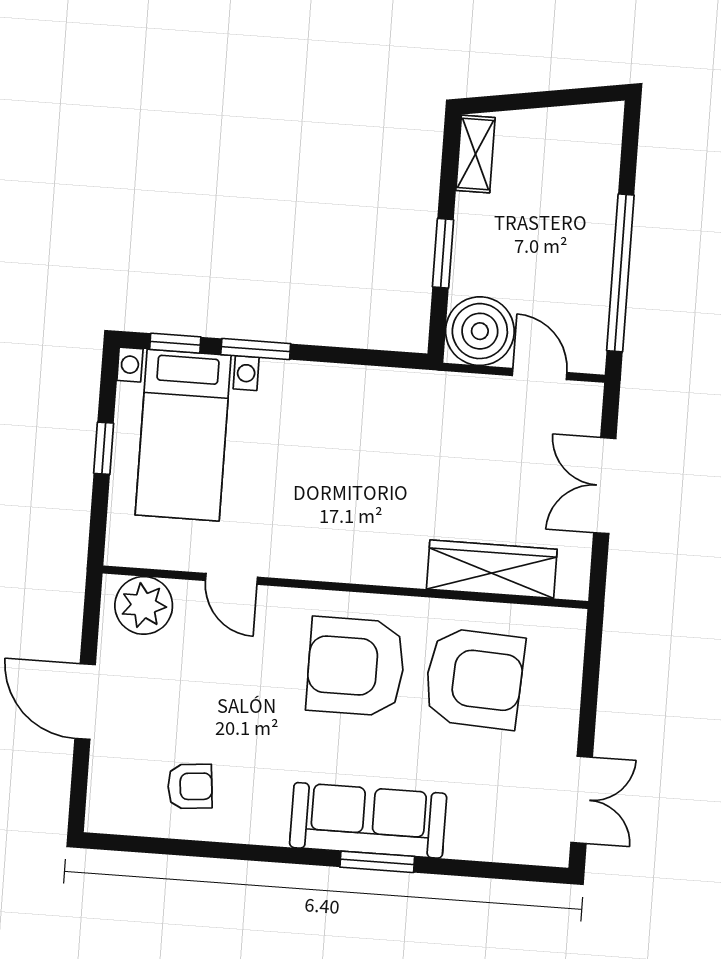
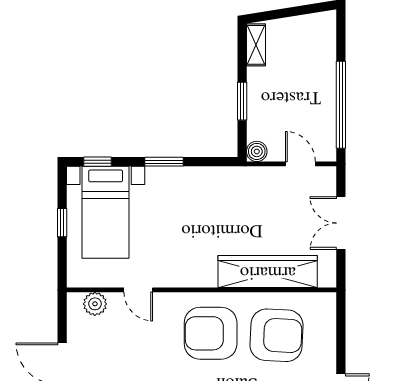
boiler: (480, 331) -> (257, 151), width x0.54, depth x0.54
window: (256, 349) -> (164, 162), moved
wardrobe: (492, 569) -> (268, 272), width x1.40, depth x1.17
plant: (144, 605) -> (95, 304), width x0.73, depth x0.73

